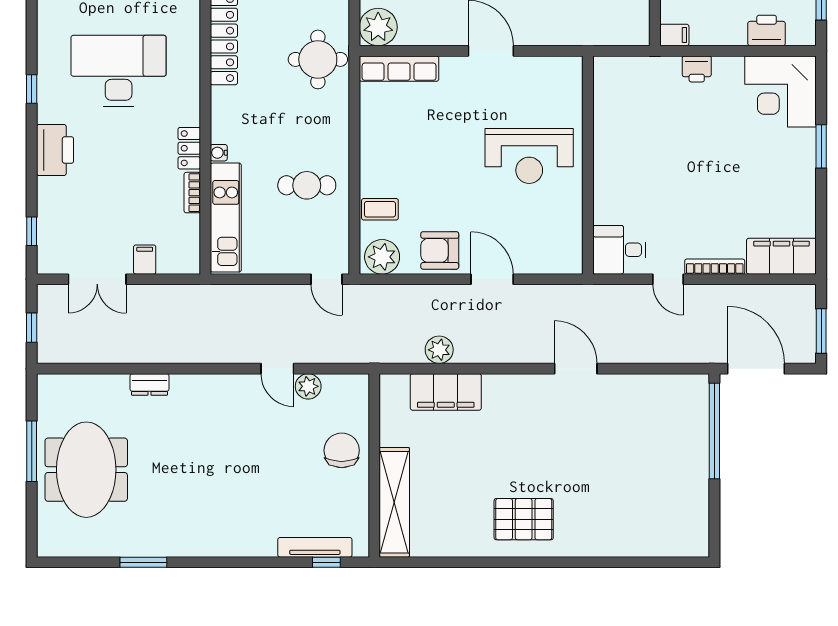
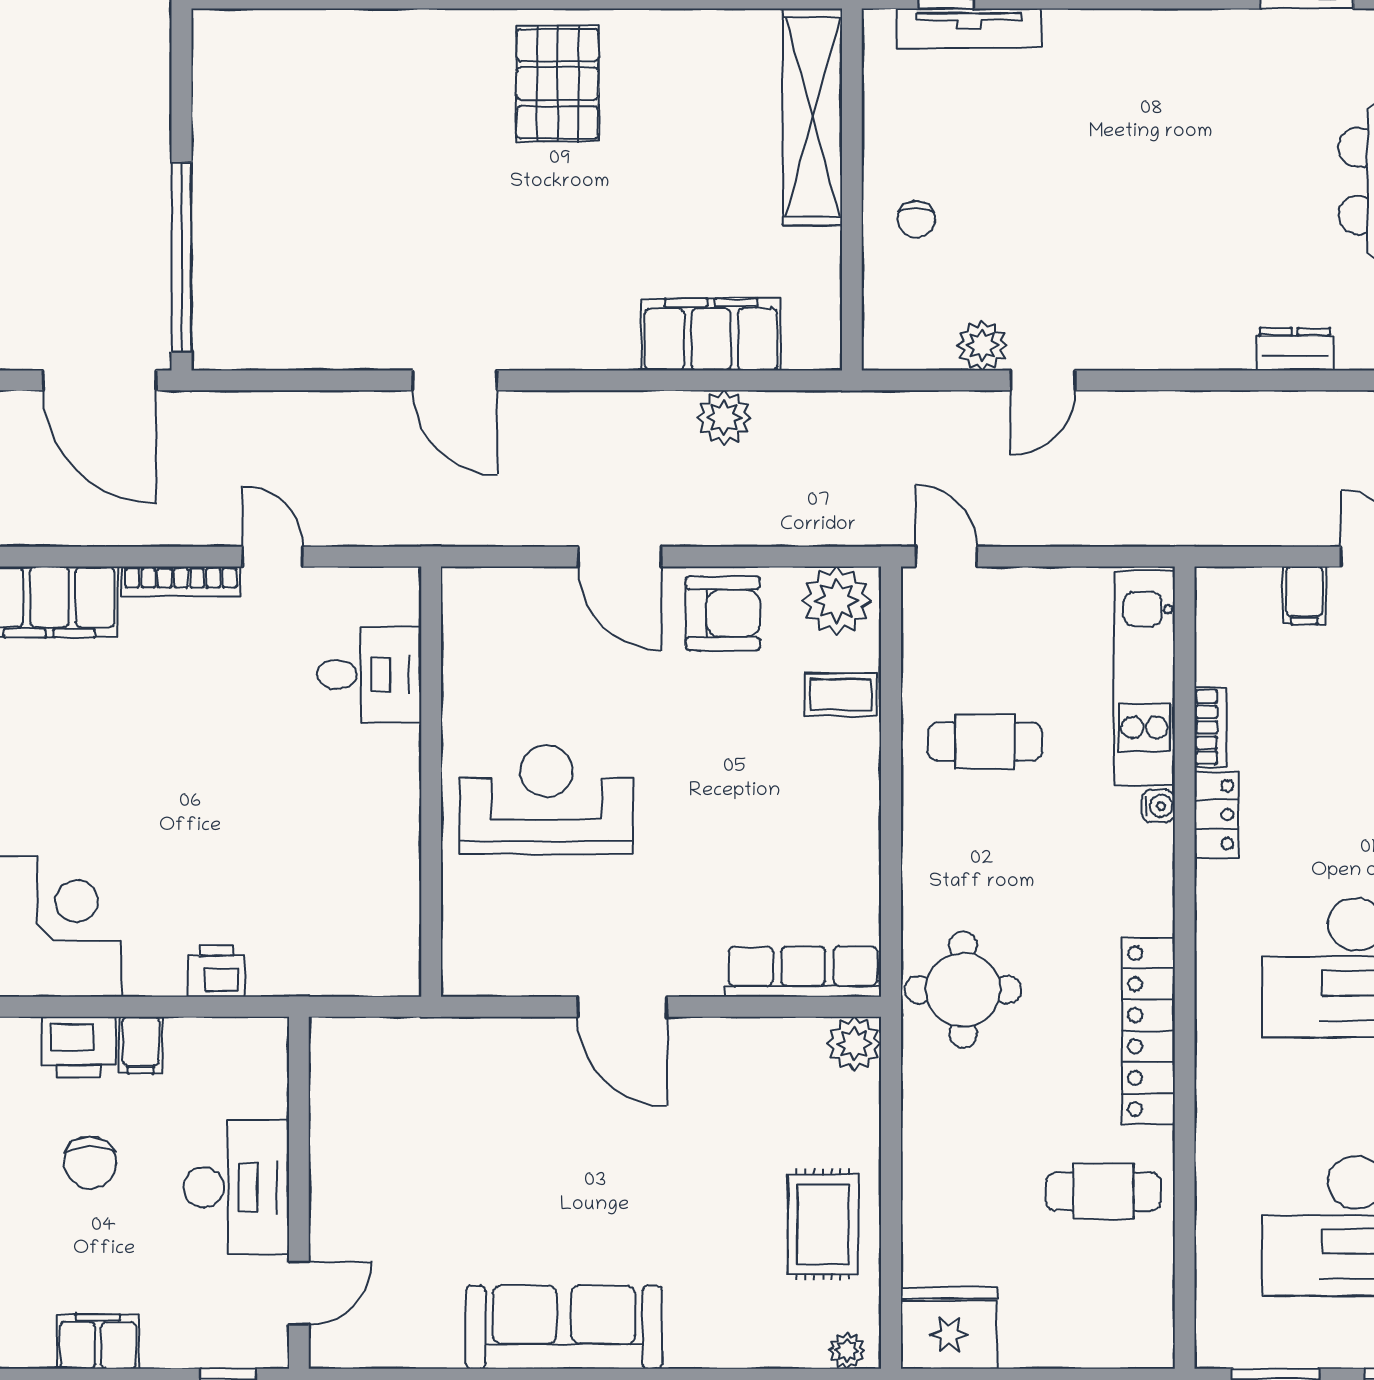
plant: (378, 27) -> (854, 1044), width x0.73, depth x0.73
filing cabinet: (674, 35) -> (141, 1045), moved, turned -90
desk: (619, 250) -> (369, 674), moved
door: (277, 369) -> (1043, 380), swing flipped
chair: (342, 450) -> (916, 219), width x0.54, depth x0.54
pallet: (524, 519) -> (557, 84), turned 90

